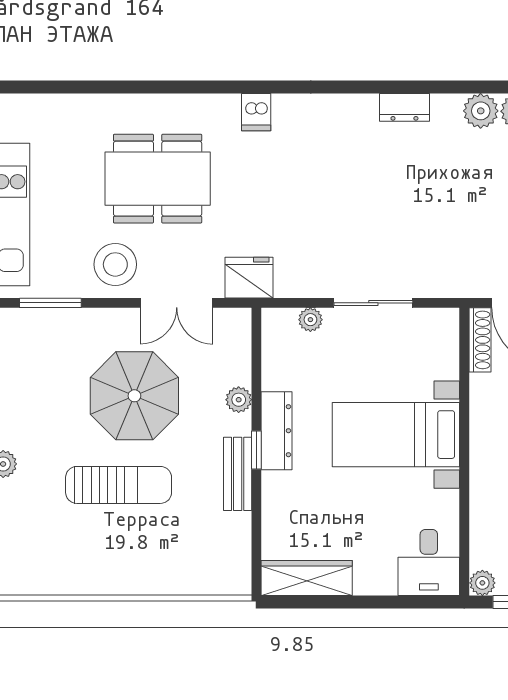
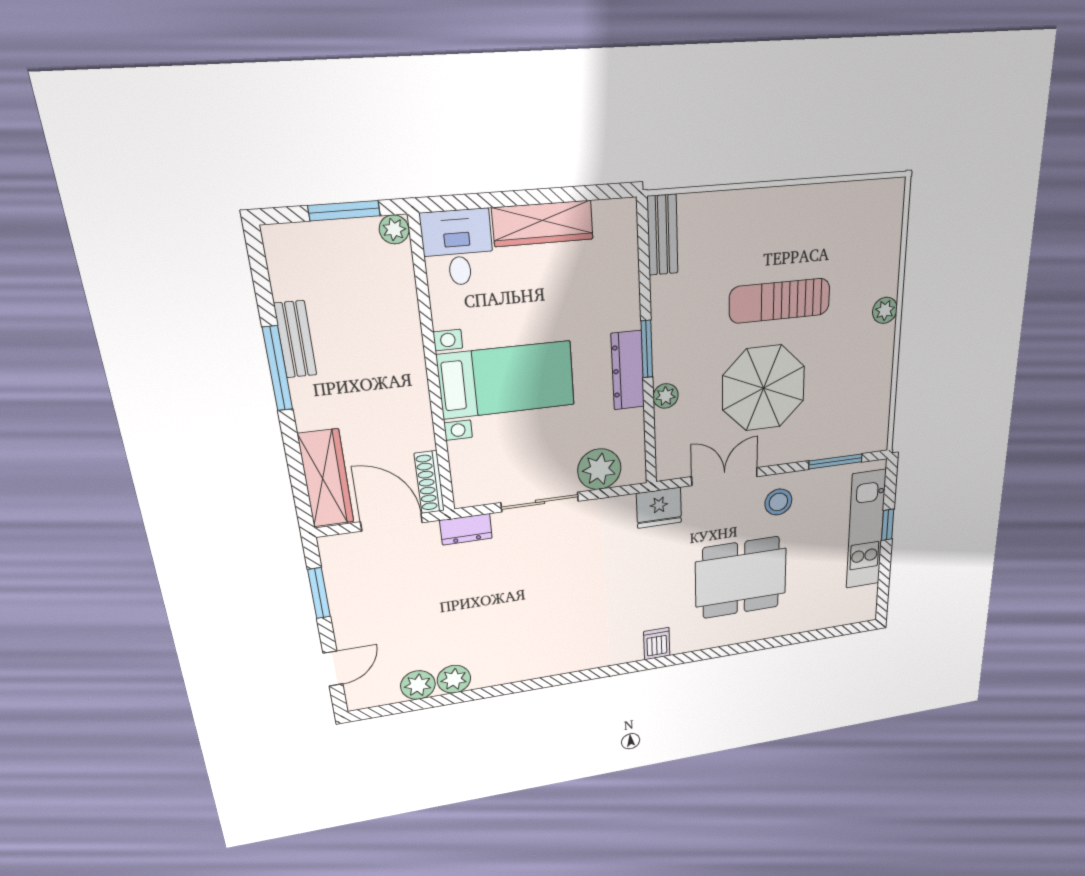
dresser: (404, 107) -> (466, 529), moved, turned 180
stool: (115, 264) -> (778, 502), width x0.73, depth x0.73
plant: (310, 320) -> (599, 469), width x1.87, depth x1.87
window: (256, 450) -> (647, 349), width x1.50
bench: (238, 474) -> (663, 235), moved
wardrobe: (307, 578) -> (543, 223), moved

